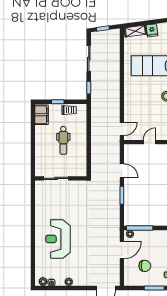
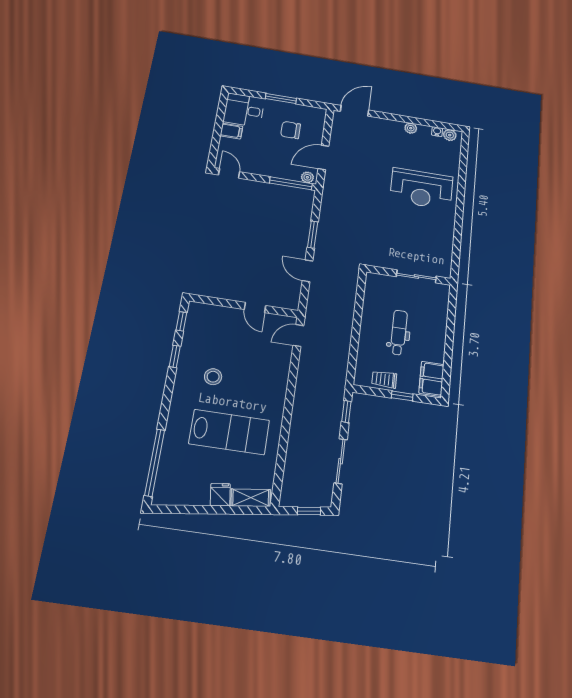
door: (149, 142) -> (255, 308), hinge flipped
reception desk: (58, 239) -> (421, 189), turned 90

